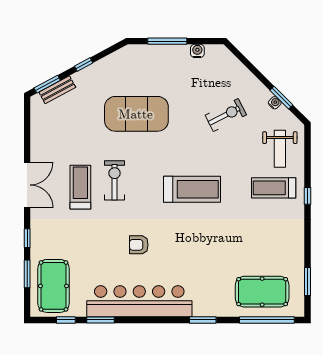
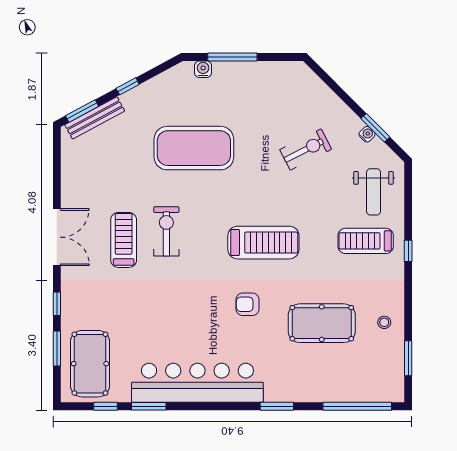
water cooler: (197, 51) -> (203, 69), moved
bench: (57, 90) -> (95, 118), width x1.36
armchair: (139, 245) -> (247, 304), moved
stool: (288, 253) -> (384, 322), added
pool table: (262, 292) -> (322, 323), moved

